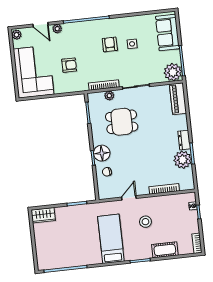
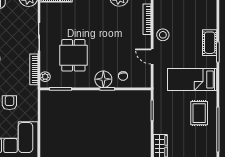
plant: (109, 96) -> (45, 77), moved
stool: (145, 222) -> (163, 35), moved
rug: (79, 249) -> (199, 113), added
cot: (165, 250) -> (210, 43), moved

